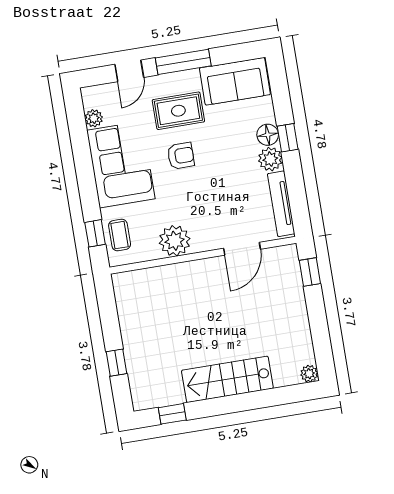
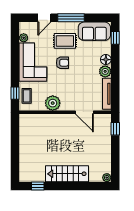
window: (288, 138) -> (115, 38), moved
door: (242, 249) -> (84, 112), hinge flipped
window: (117, 363) -> (15, 157), removed

